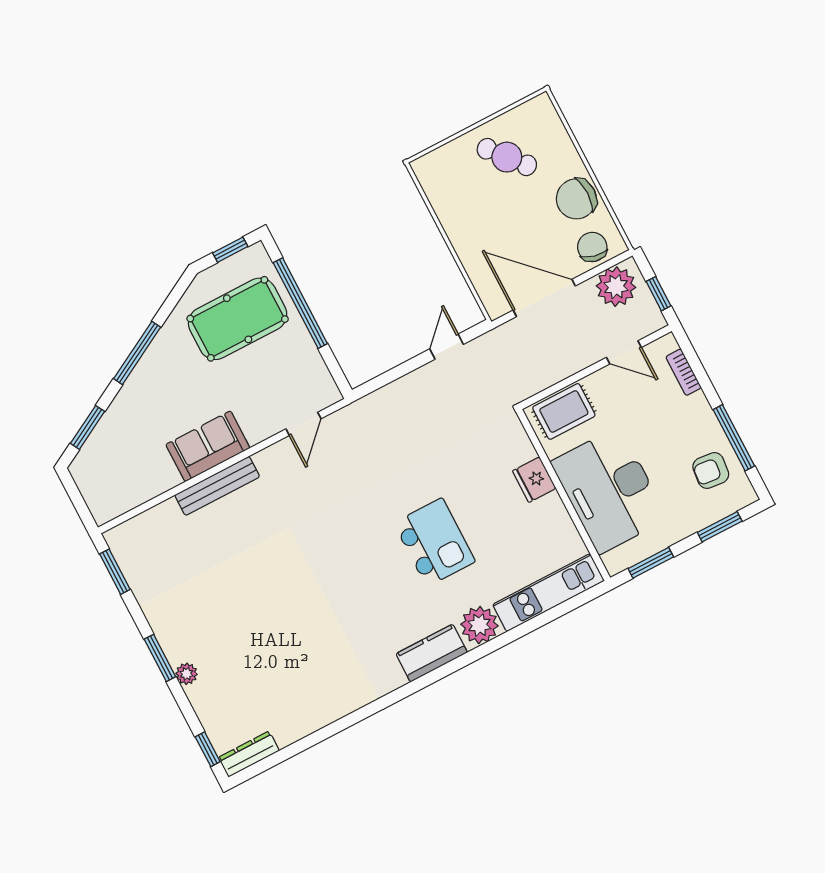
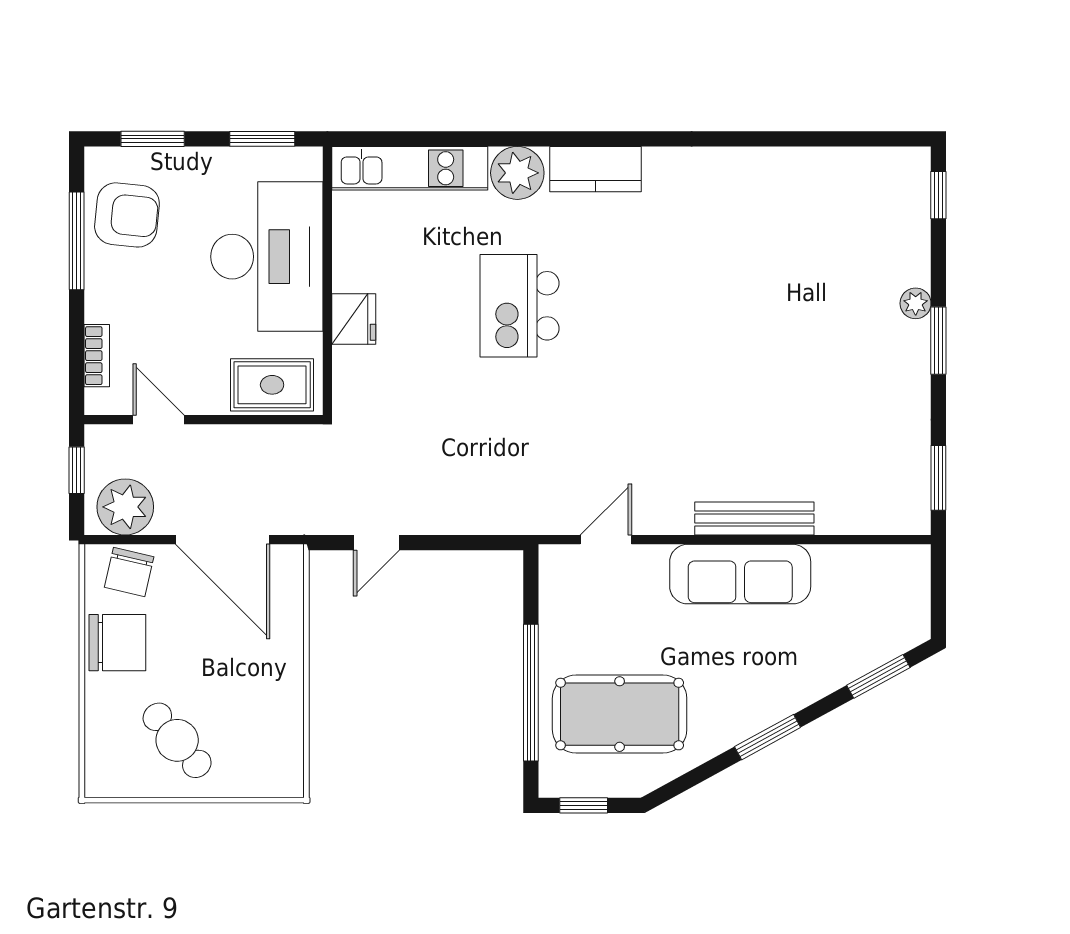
window: (137, 353) -> (768, 737), width x0.69
sofa: (208, 446) -> (740, 574), width x1.36
armchair: (711, 470) -> (127, 215), width x1.38, depth x1.38
dresser: (249, 754) -> (890, 162), removed

